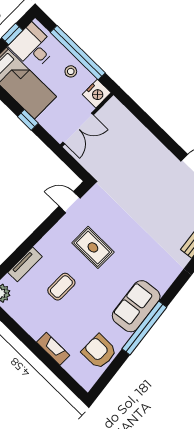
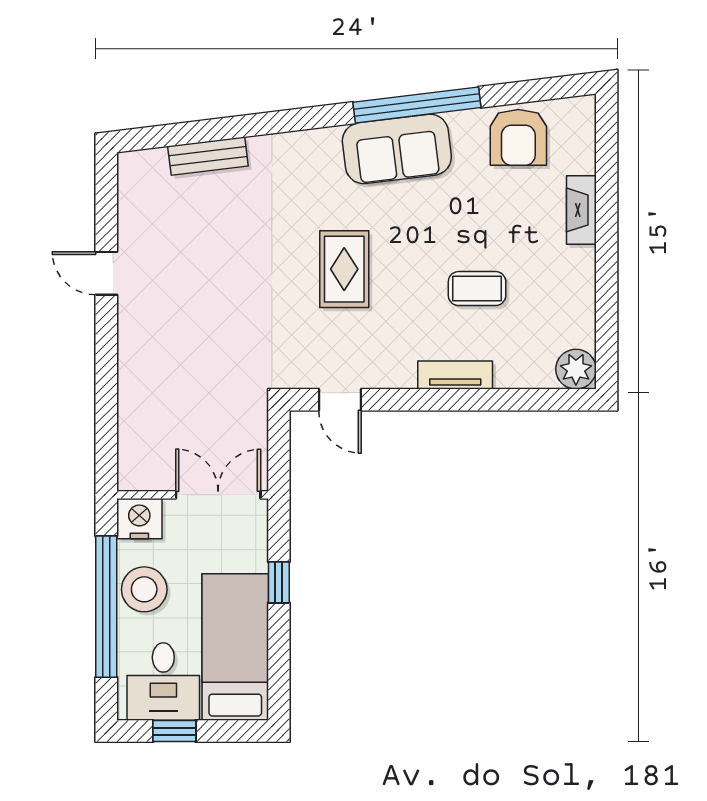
stool: (71, 71) -> (144, 589), width x1.89, depth x1.89
rug: (93, 247) -> (344, 269), moved
tv unit: (25, 264) -> (455, 375), moved

